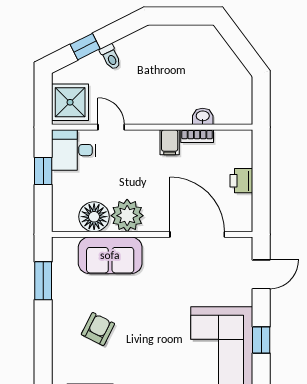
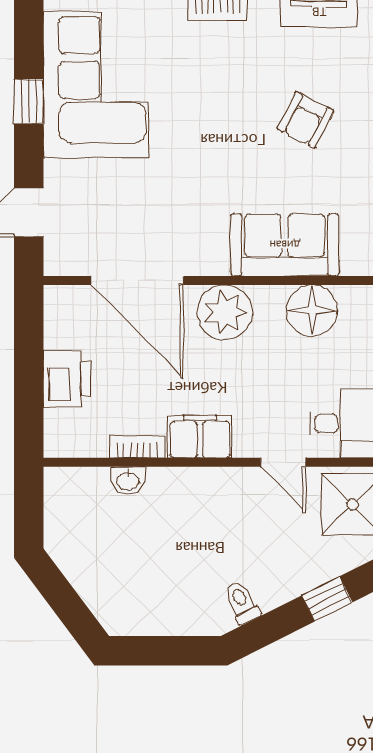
toilet: (111, 57) -> (242, 602), moved
filing cabinet: (170, 142) -> (200, 437), width x2.00
printer: (241, 181) -> (67, 379), width x1.36, depth x1.24
plant: (127, 216) -> (225, 312), moved

